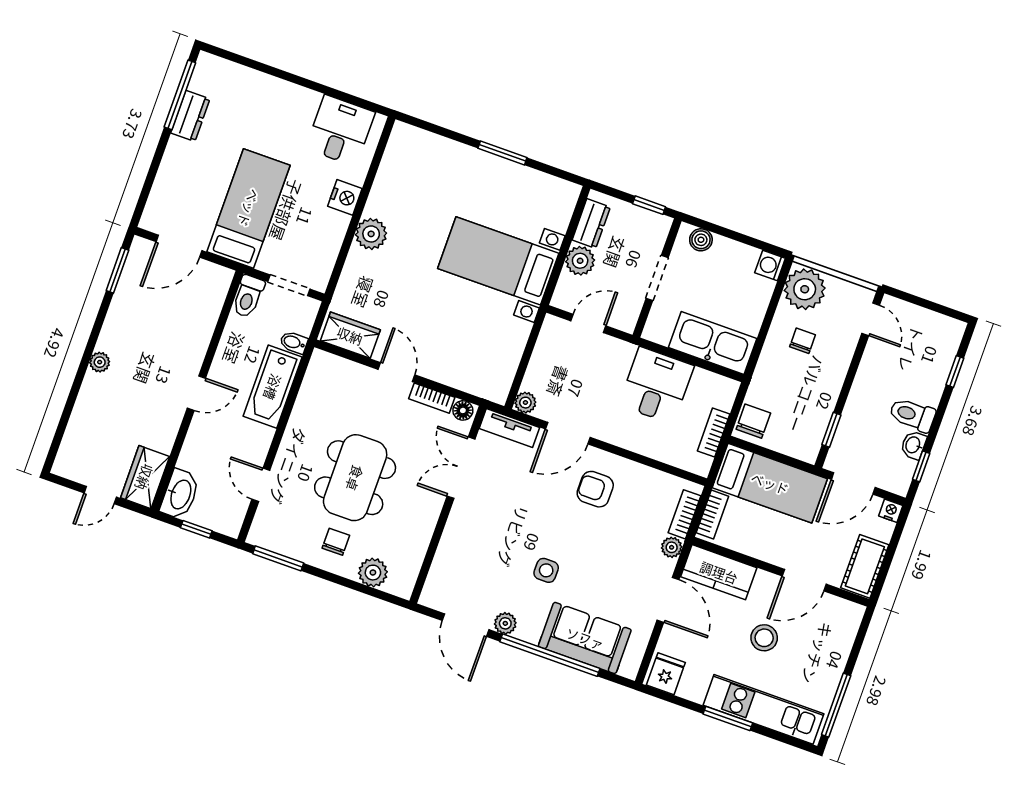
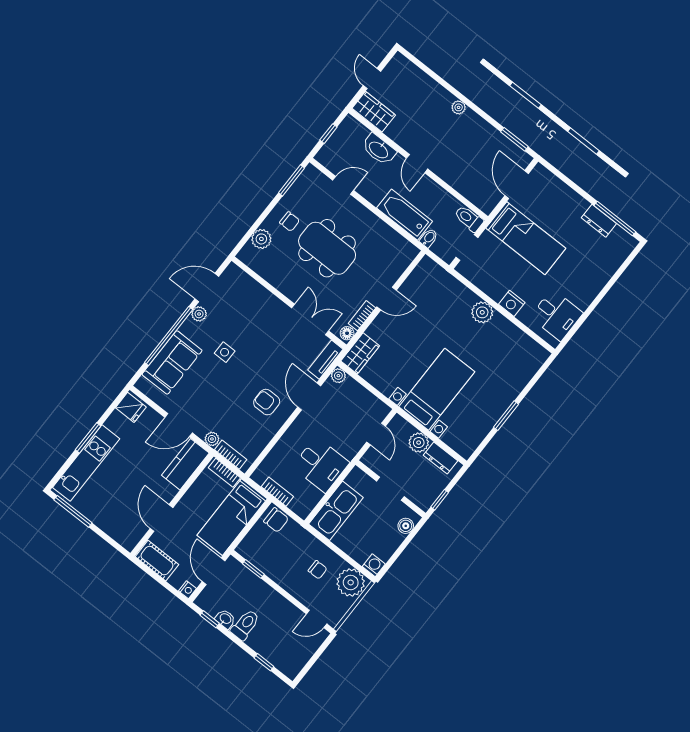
wardrobe: (350, 335) -> (360, 353), moved
armchair: (595, 489) -> (267, 402), turned -90
washbasin: (180, 494) -> (379, 149), moved
stool: (764, 638) -> (133, 479), removed

